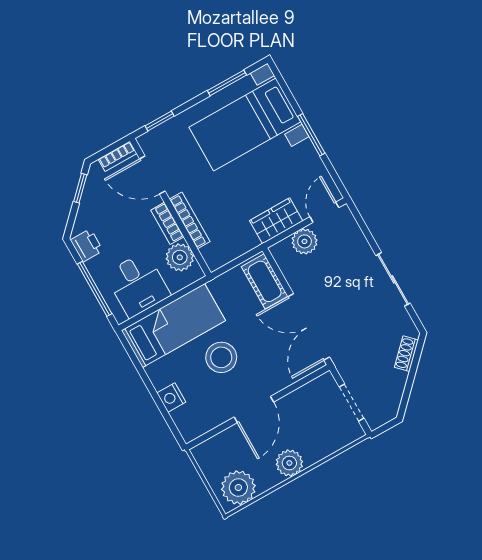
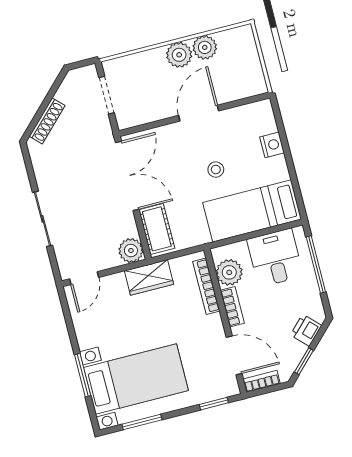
window: (311, 135) -> (83, 375), moved
bookcase: (190, 220) -> (206, 286), moved
wardrobe: (276, 221) -> (149, 277), moved
plant: (305, 241) -> (131, 251), moved
printer: (87, 245) -> (306, 330), moved, turned 45
sliding door: (393, 279) -> (43, 219), moved
shoe rack: (406, 354) -> (47, 121), width x1.43
stool: (221, 357) -> (216, 170), width x0.53, depth x0.53
plant: (238, 488) -> (205, 47), moved, width x0.73, depth x0.73

